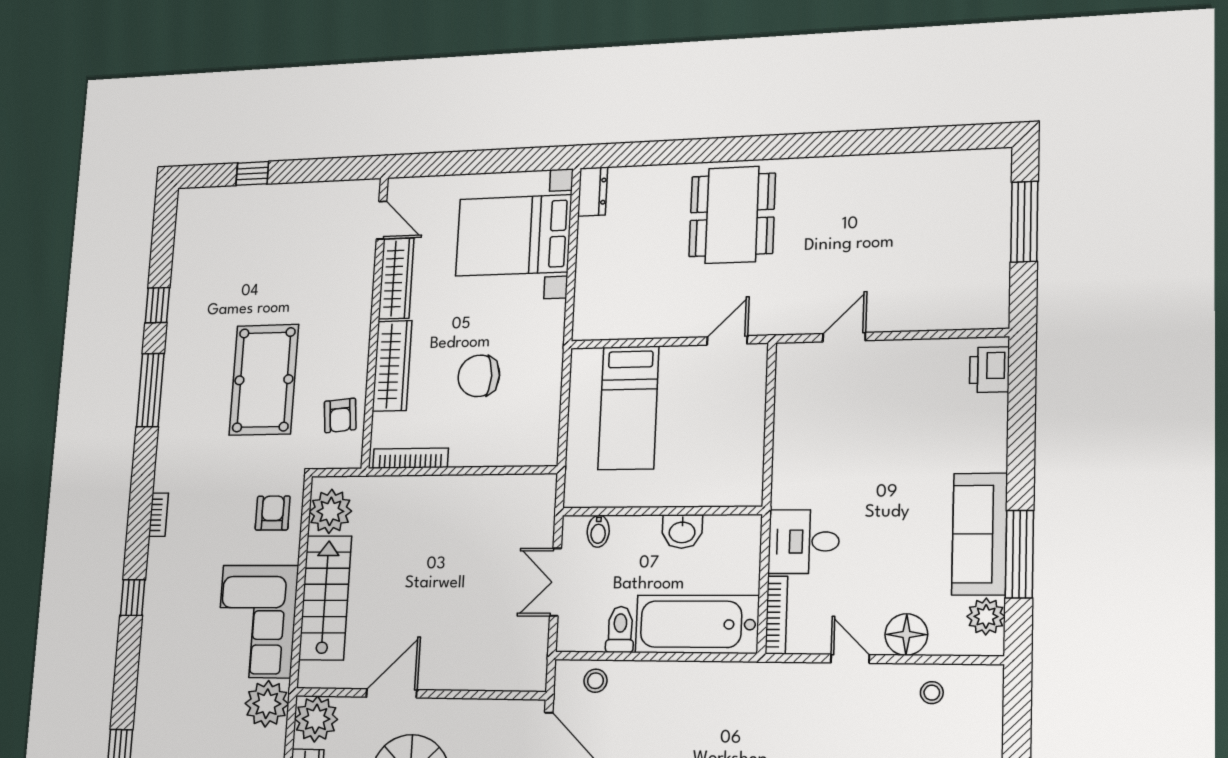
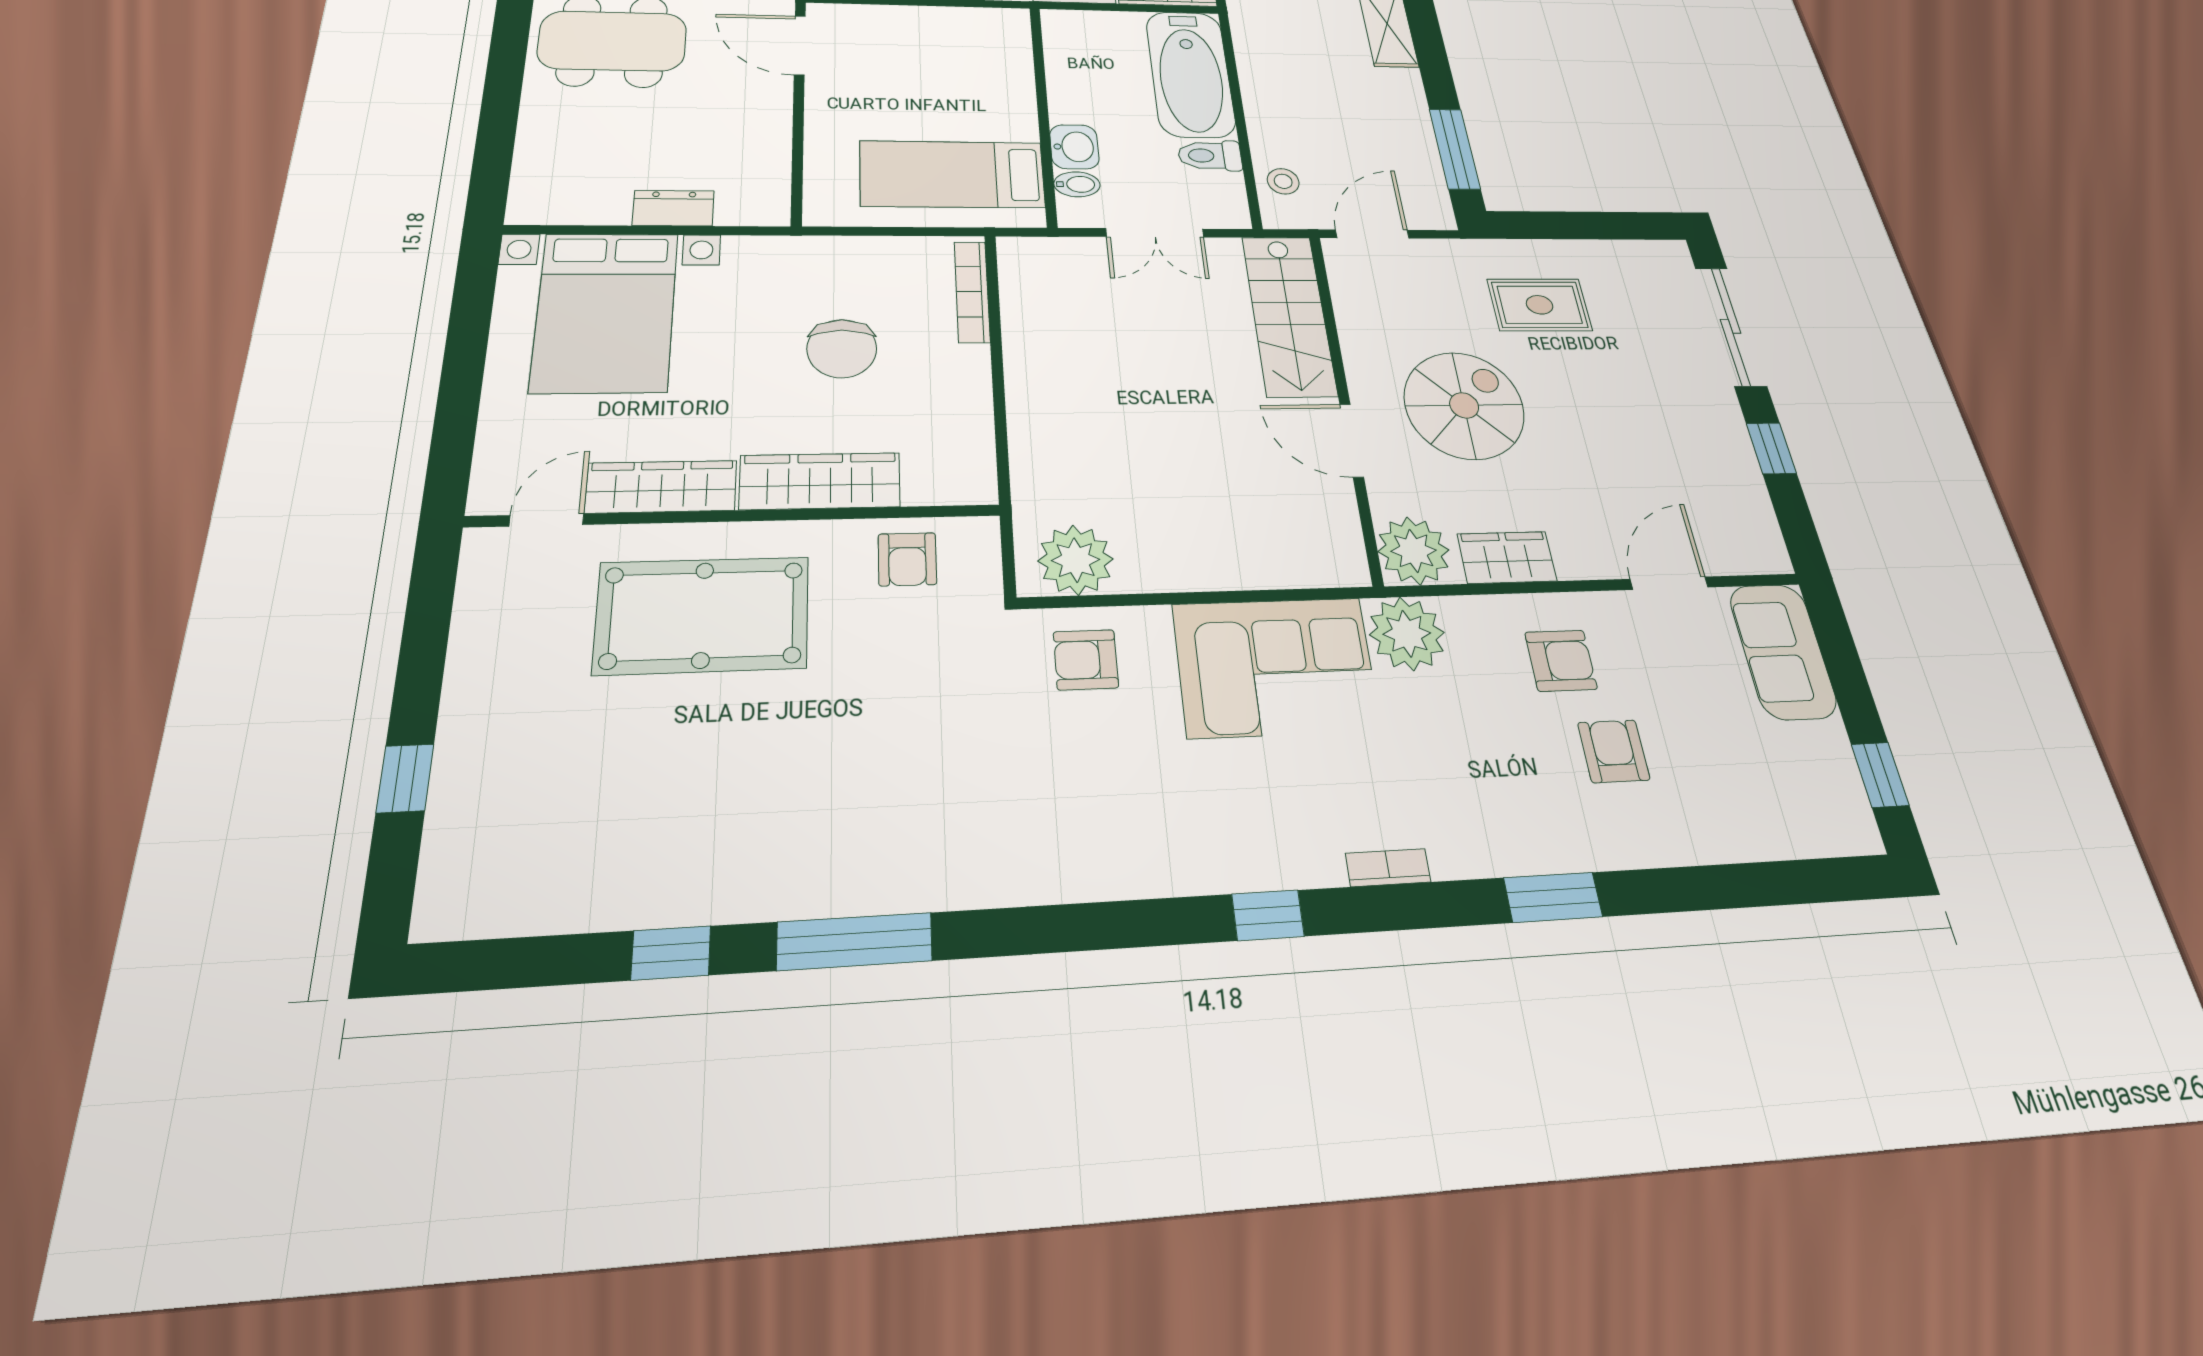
dresser: (593, 192) -> (673, 208), moved
door: (727, 340) -> (800, 45), width x1.38
pool table: (264, 380) -> (703, 615), moved
bed: (629, 408) -> (952, 174), moved, turned 180
armchair: (340, 415) -> (907, 559), turned 95
bookcase: (410, 458) -> (972, 292), moved
bookcase: (158, 515) -> (1388, 868), moved
washbasin: (682, 531) -> (1074, 147), moved
stairs: (325, 598) -> (1289, 315), moved, turned -90

